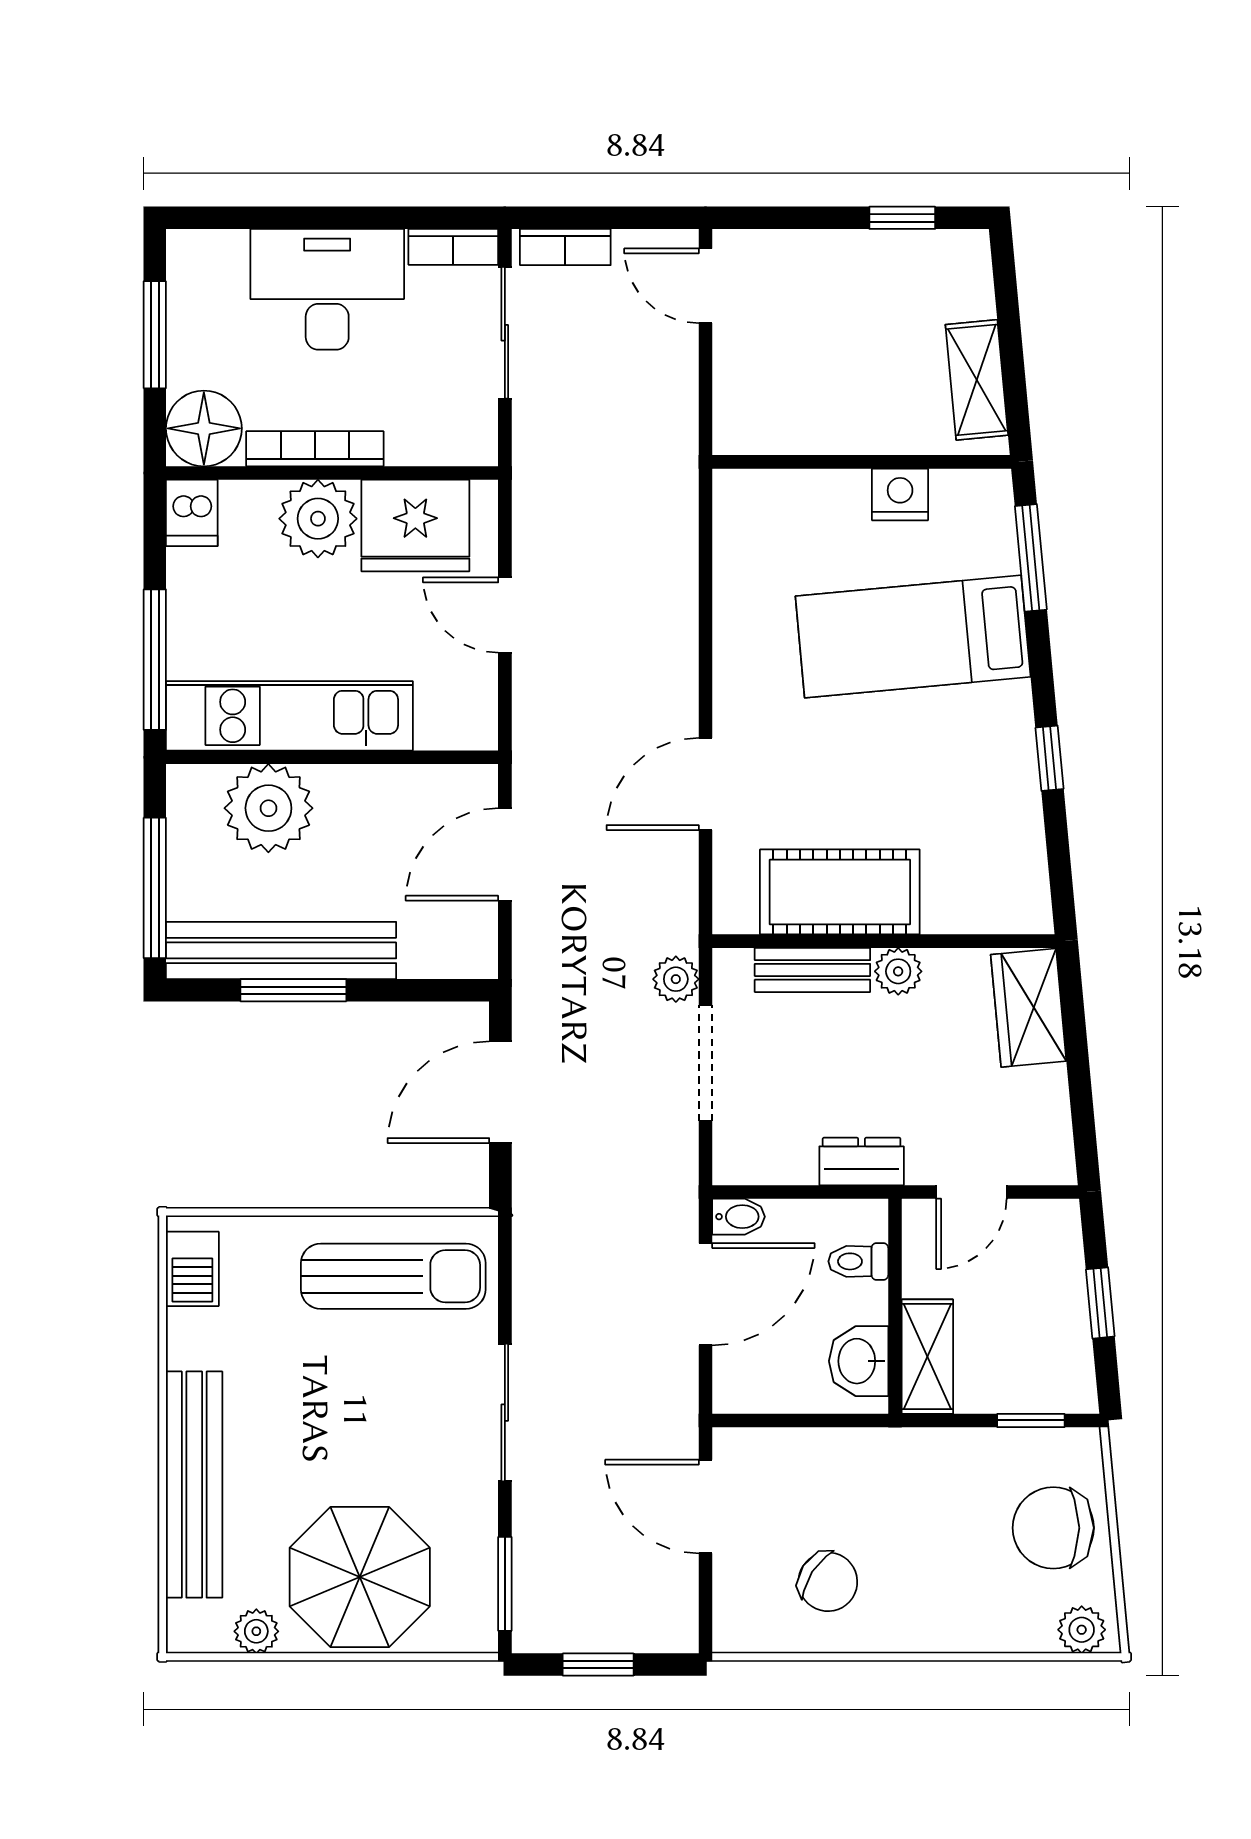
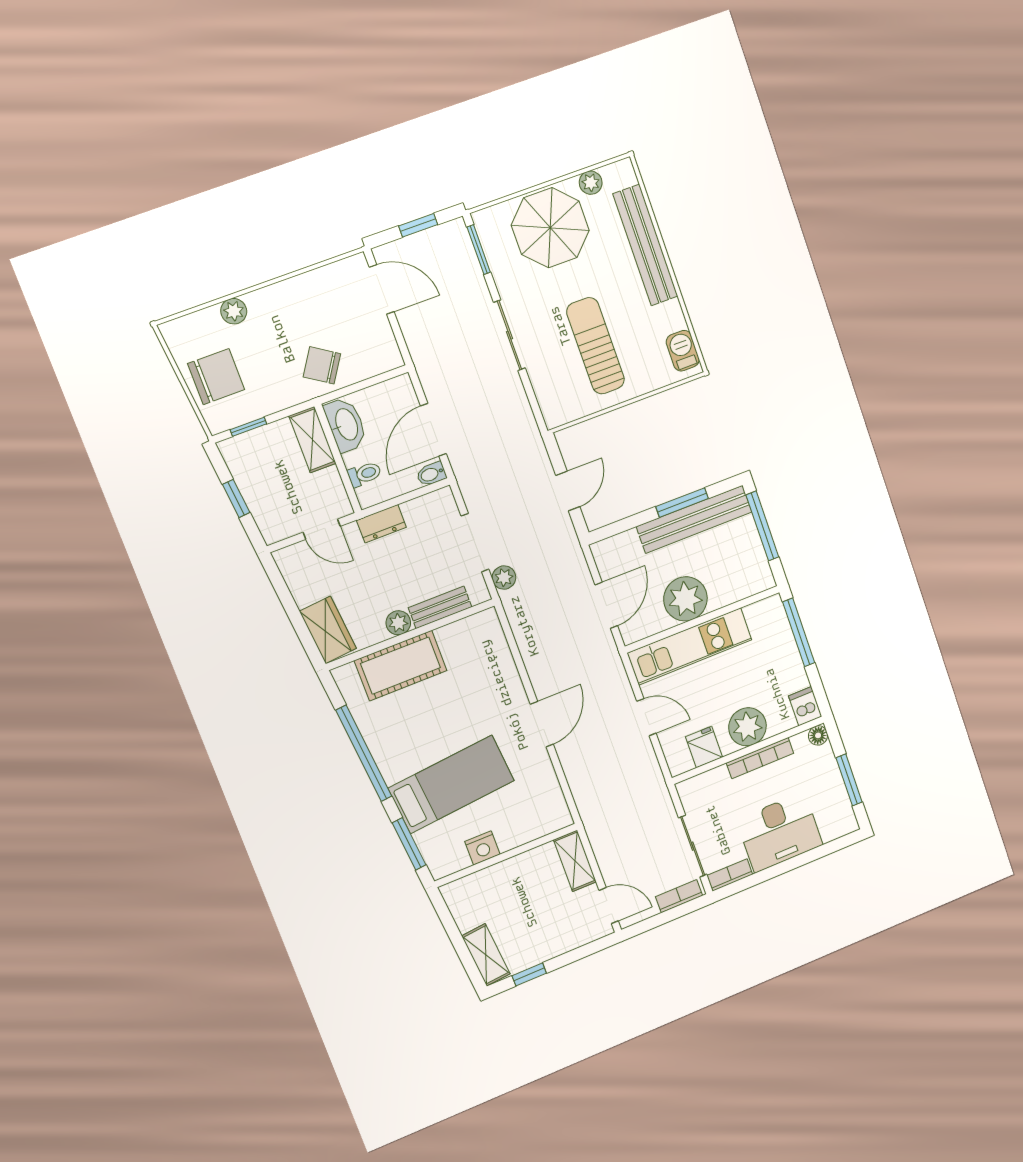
shelving: (977, 380) -> (486, 955), moved
shelving: (738, 398) -> (575, 861), added
floor lamp: (204, 428) -> (818, 735), width x0.53, depth x0.53
fridge: (415, 526) -> (704, 747), width x0.53, depth x0.75
kitchen unit: (289, 716) -> (690, 646), moved
window: (1049, 758) -> (364, 753), width x3.17
door: (705, 784) -> (542, 724), moved
plant: (268, 808) -> (685, 599), moved
cot: (840, 892) -> (401, 666), moved
door: (500, 1092) -> (568, 491), width x0.73
door: (971, 1192) -> (322, 529), swing flipped
sun lounger: (393, 1276) -> (596, 346), moved, turned 90
washbasin: (859, 1361) -> (346, 425), width x1.38
door: (705, 1507) -> (382, 289), moved
chair: (828, 1582) -> (322, 365), moved
plant: (1082, 1630) -> (234, 311), moved

